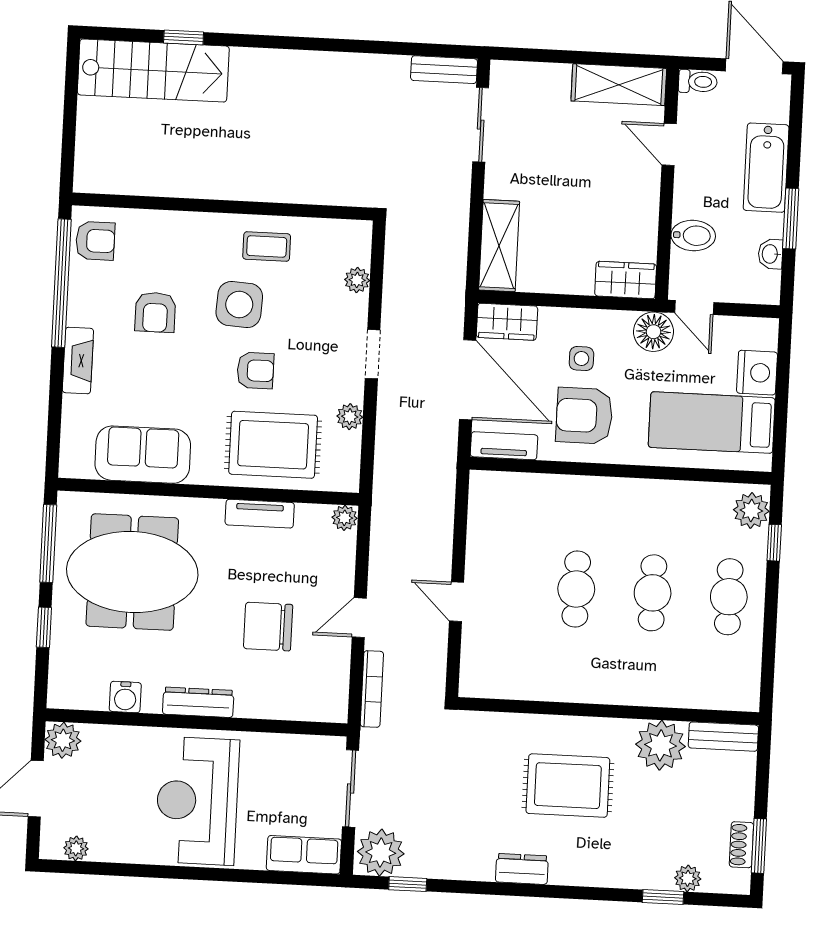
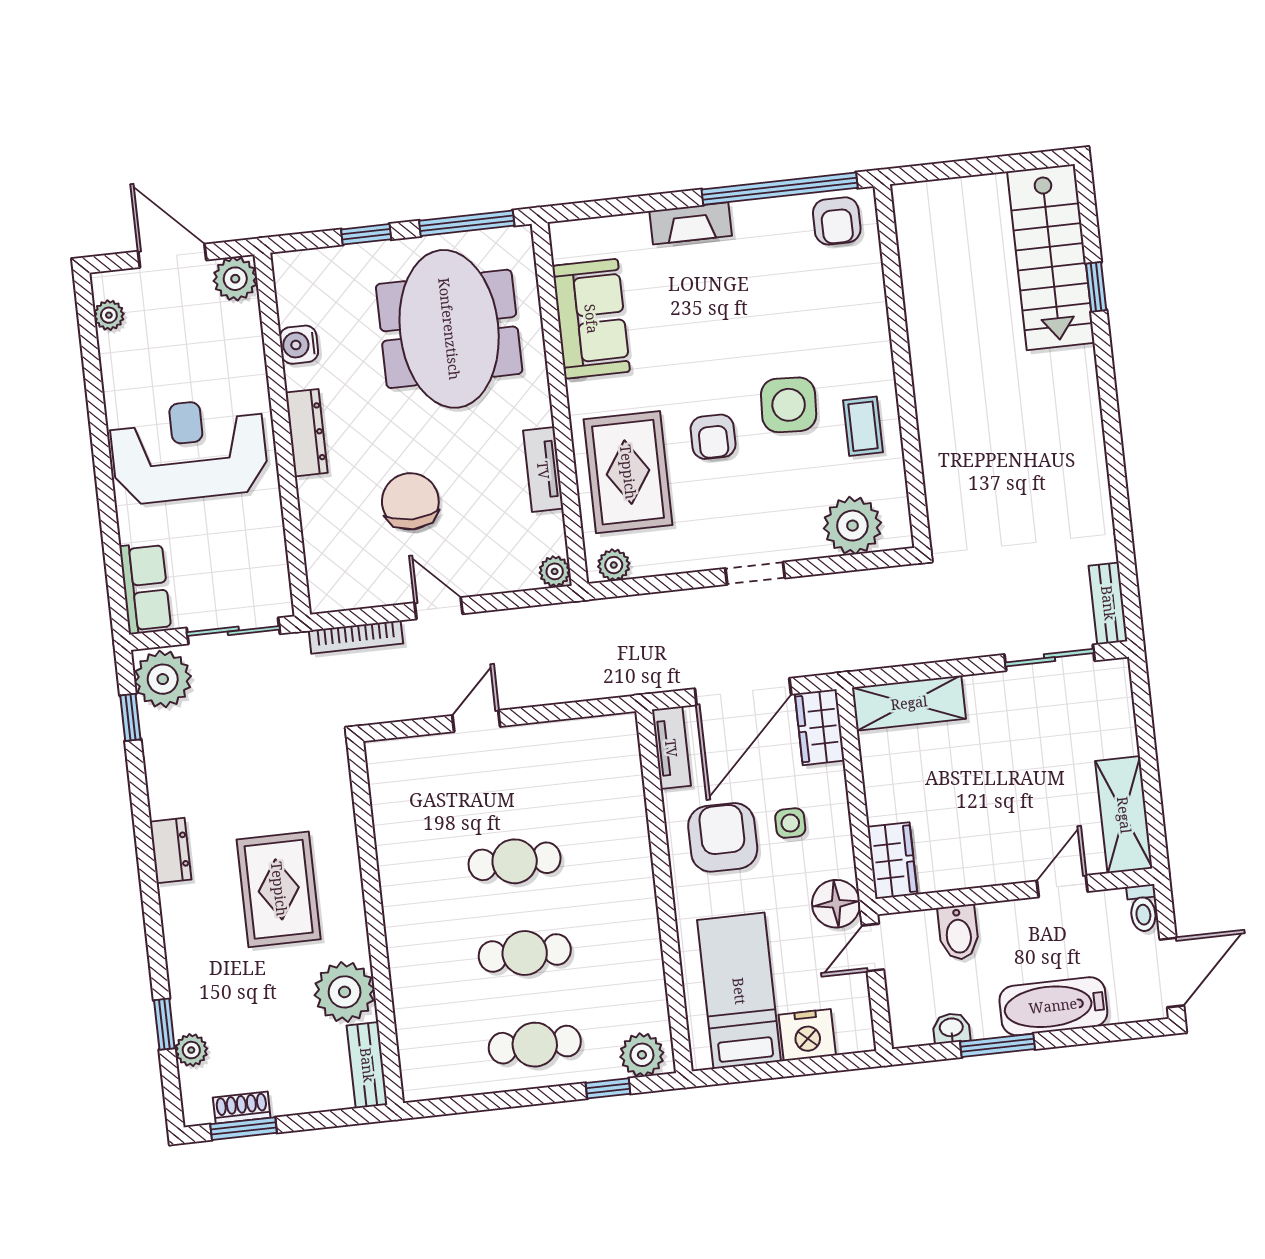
plant: (357, 280) -> (852, 526), width x1.88, depth x1.88
armchair: (155, 312) -> (763, 306), removed
plant: (350, 417) -> (614, 565), moved

